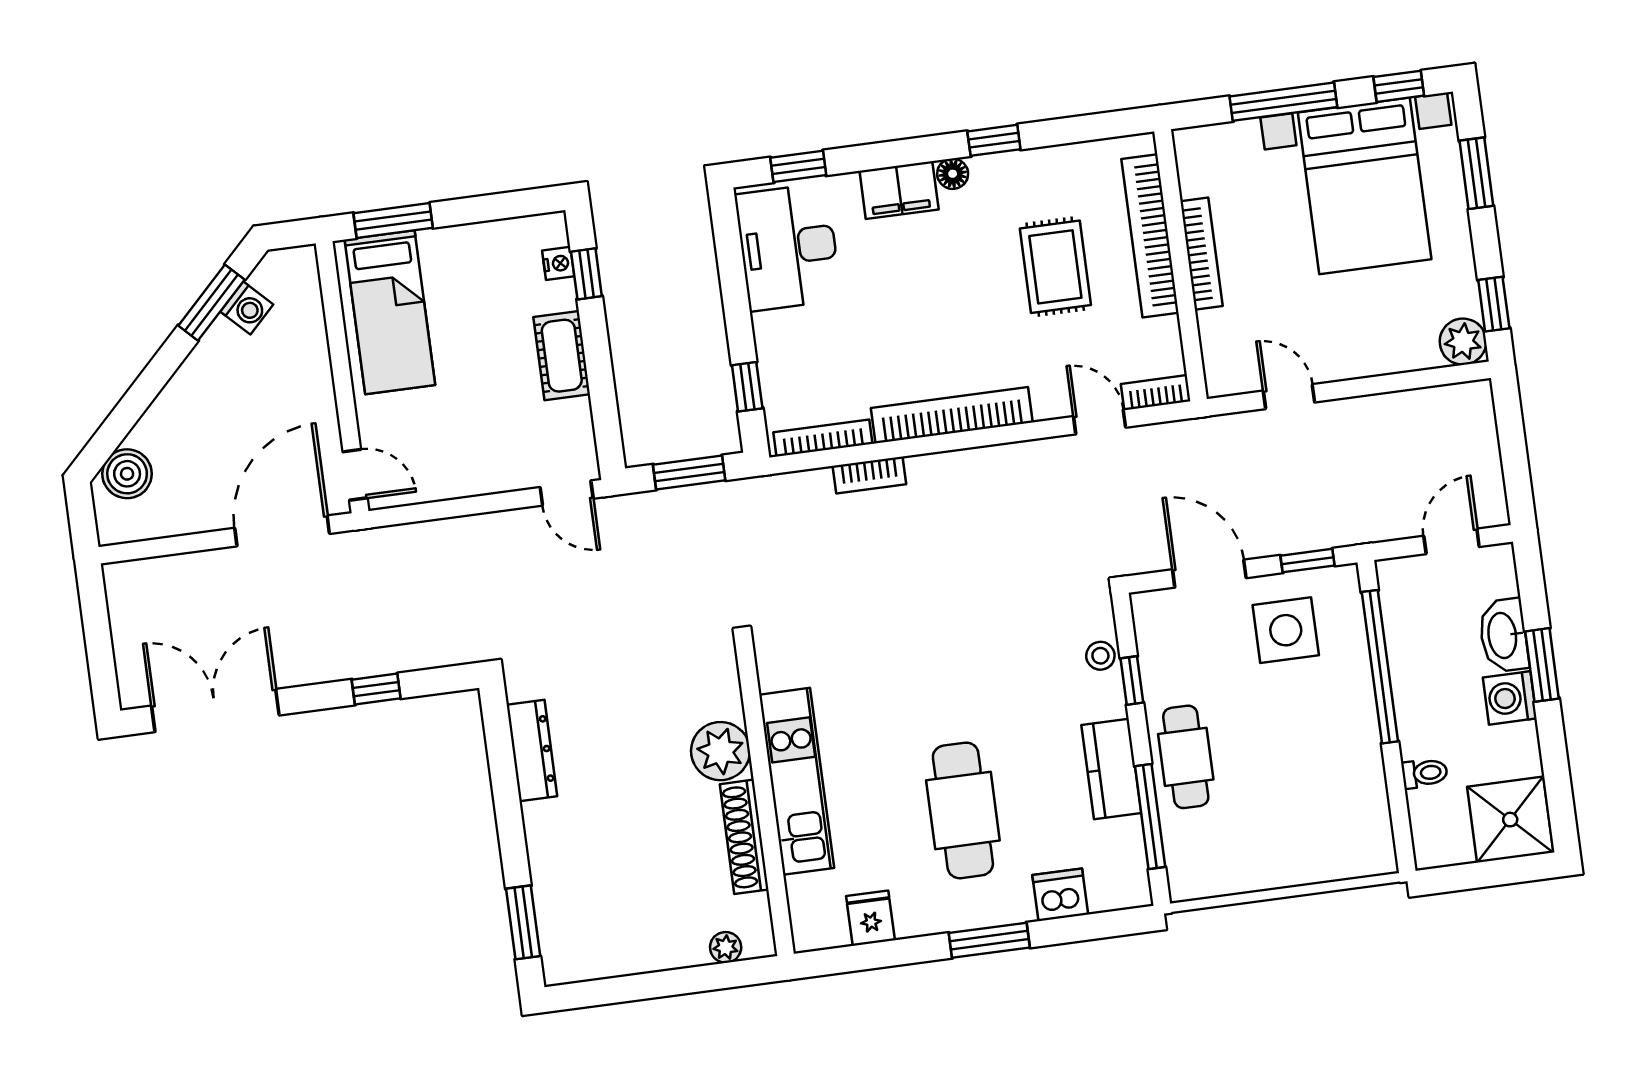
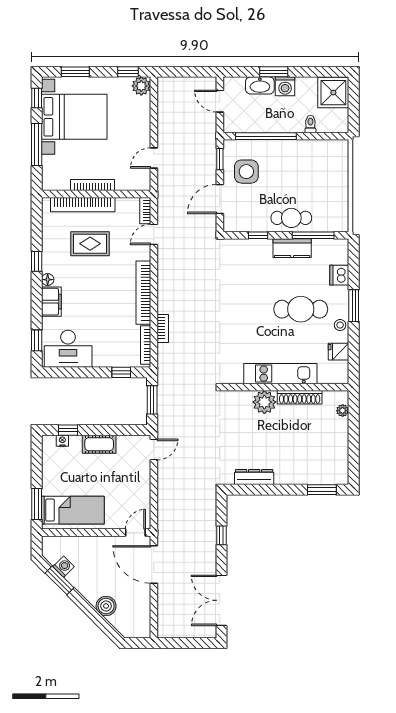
boiler: (127, 474) -> (106, 606), moved
stool: (1100, 656) -> (340, 325), moved

